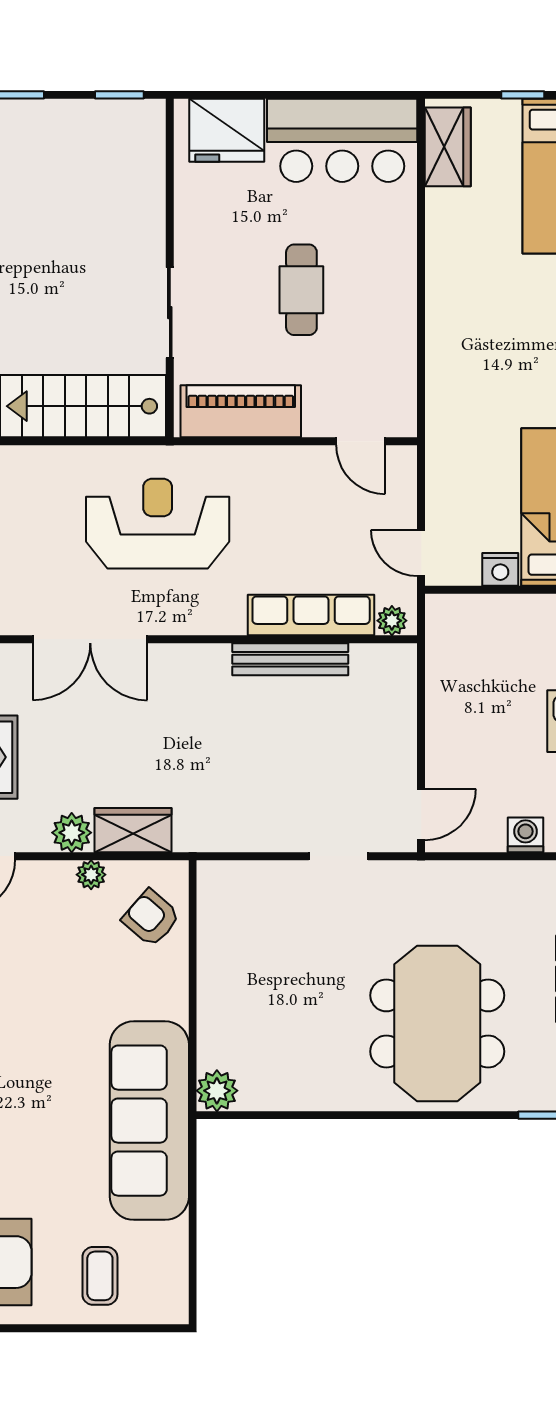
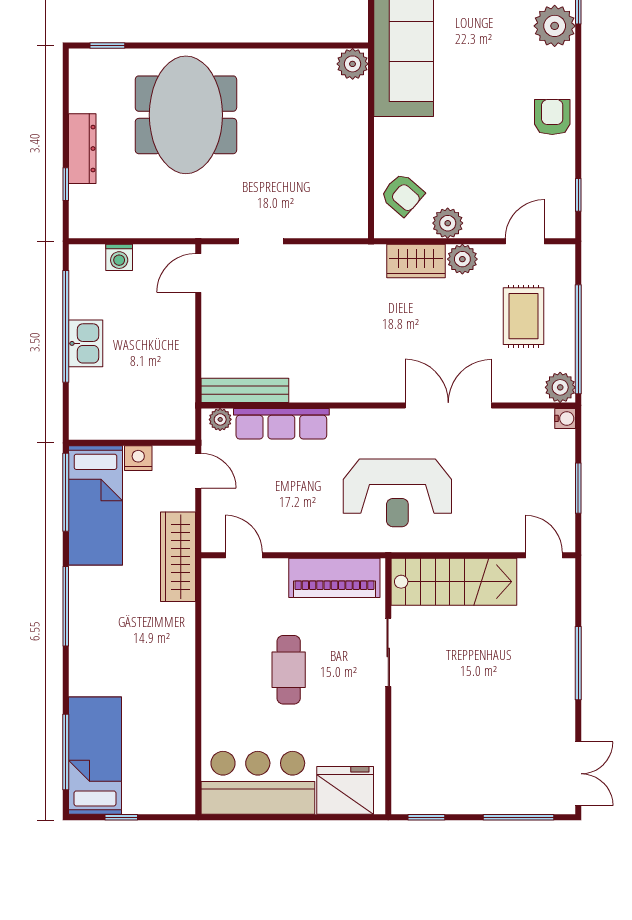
wardrobe: (448, 147) -> (178, 557), moved, width x1.50
bench: (290, 659) -> (245, 390), moved
plant: (91, 875) -> (448, 223), width x1.38, depth x1.38

